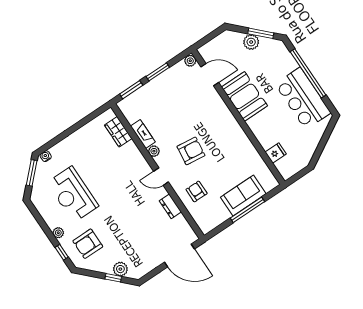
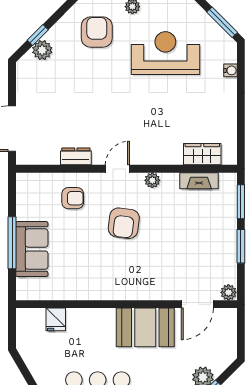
fireplace: (143, 134) -> (199, 181), moved
water cooler: (46, 156) -> (230, 70), moved

